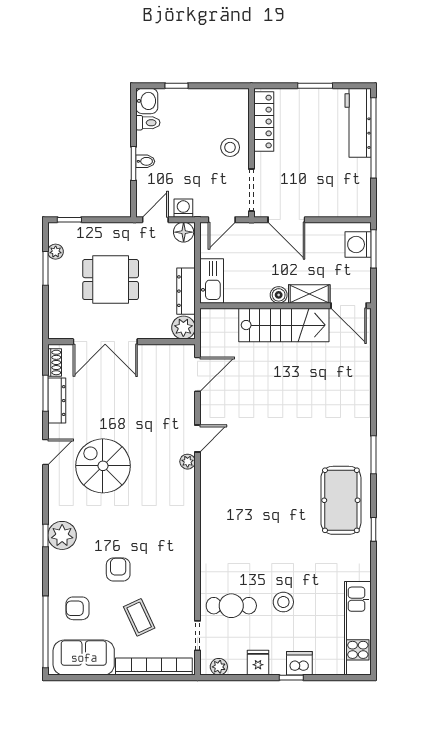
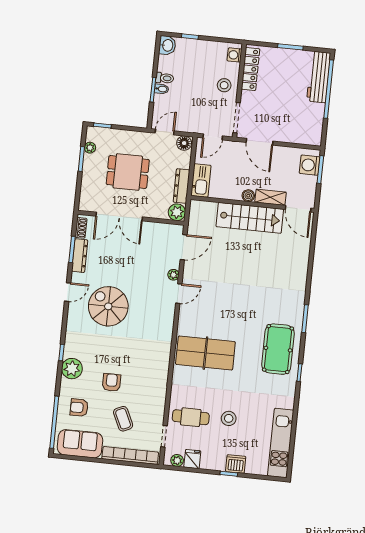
toilet: (148, 123) -> (165, 78), moved
washing machine: (183, 208) -> (234, 55), moved, turned -90
plant: (188, 462) -> (173, 275), moved
table tennis table: (242, 516) -> (205, 353), added
plant: (62, 535) -> (72, 369), moved
fridge: (258, 663) -> (192, 459), moved

